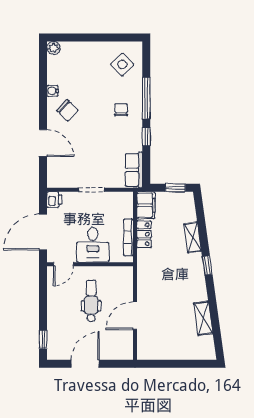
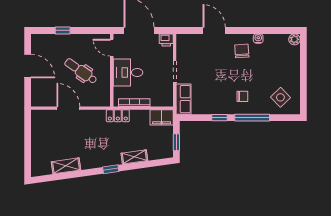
chair: (67, 110) -> (242, 51), turned 132
door: (43, 143) -> (214, 30), swing flipped
row of seats: (134, 170) -> (183, 99), moved, turned 90
locker: (144, 234) -> (118, 116), moved
dental chair: (91, 301) -> (81, 71), turned -145
window: (43, 339) -> (63, 30), moved

